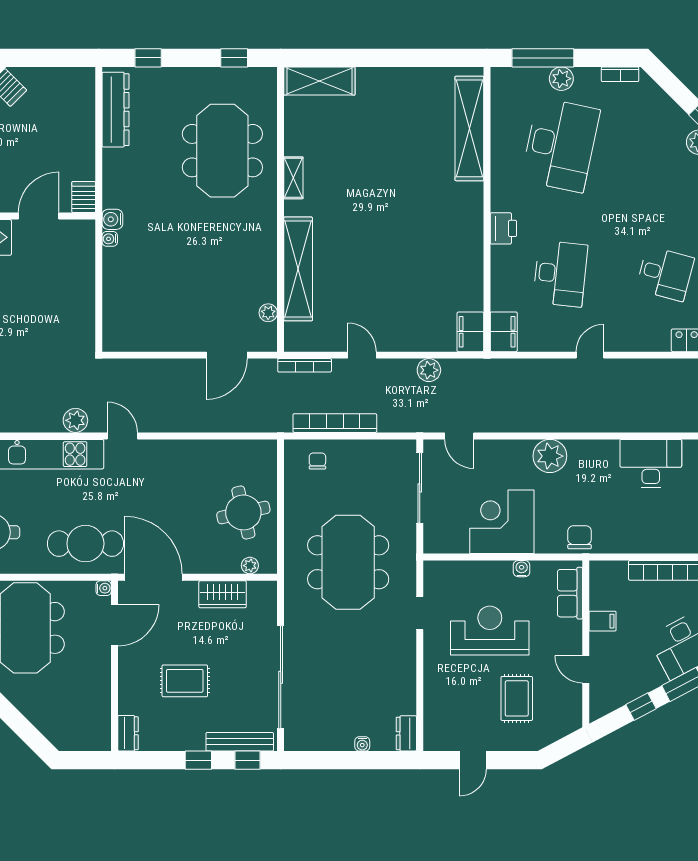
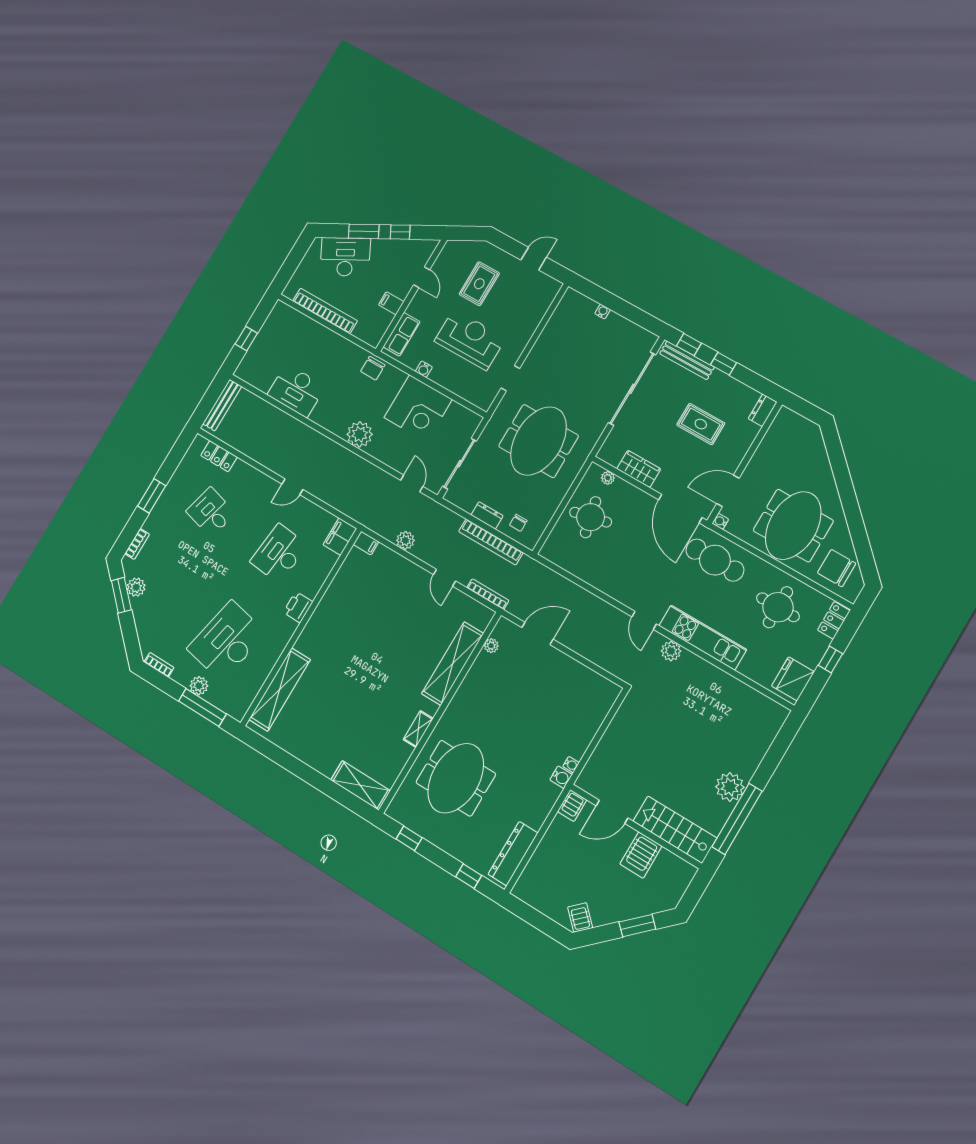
filing cabinet: (470, 332) -> (366, 543), width x0.50
reception desk: (490, 631) -> (470, 340), turned 180
dresser: (406, 733) -> (487, 515), moved, turned -90

